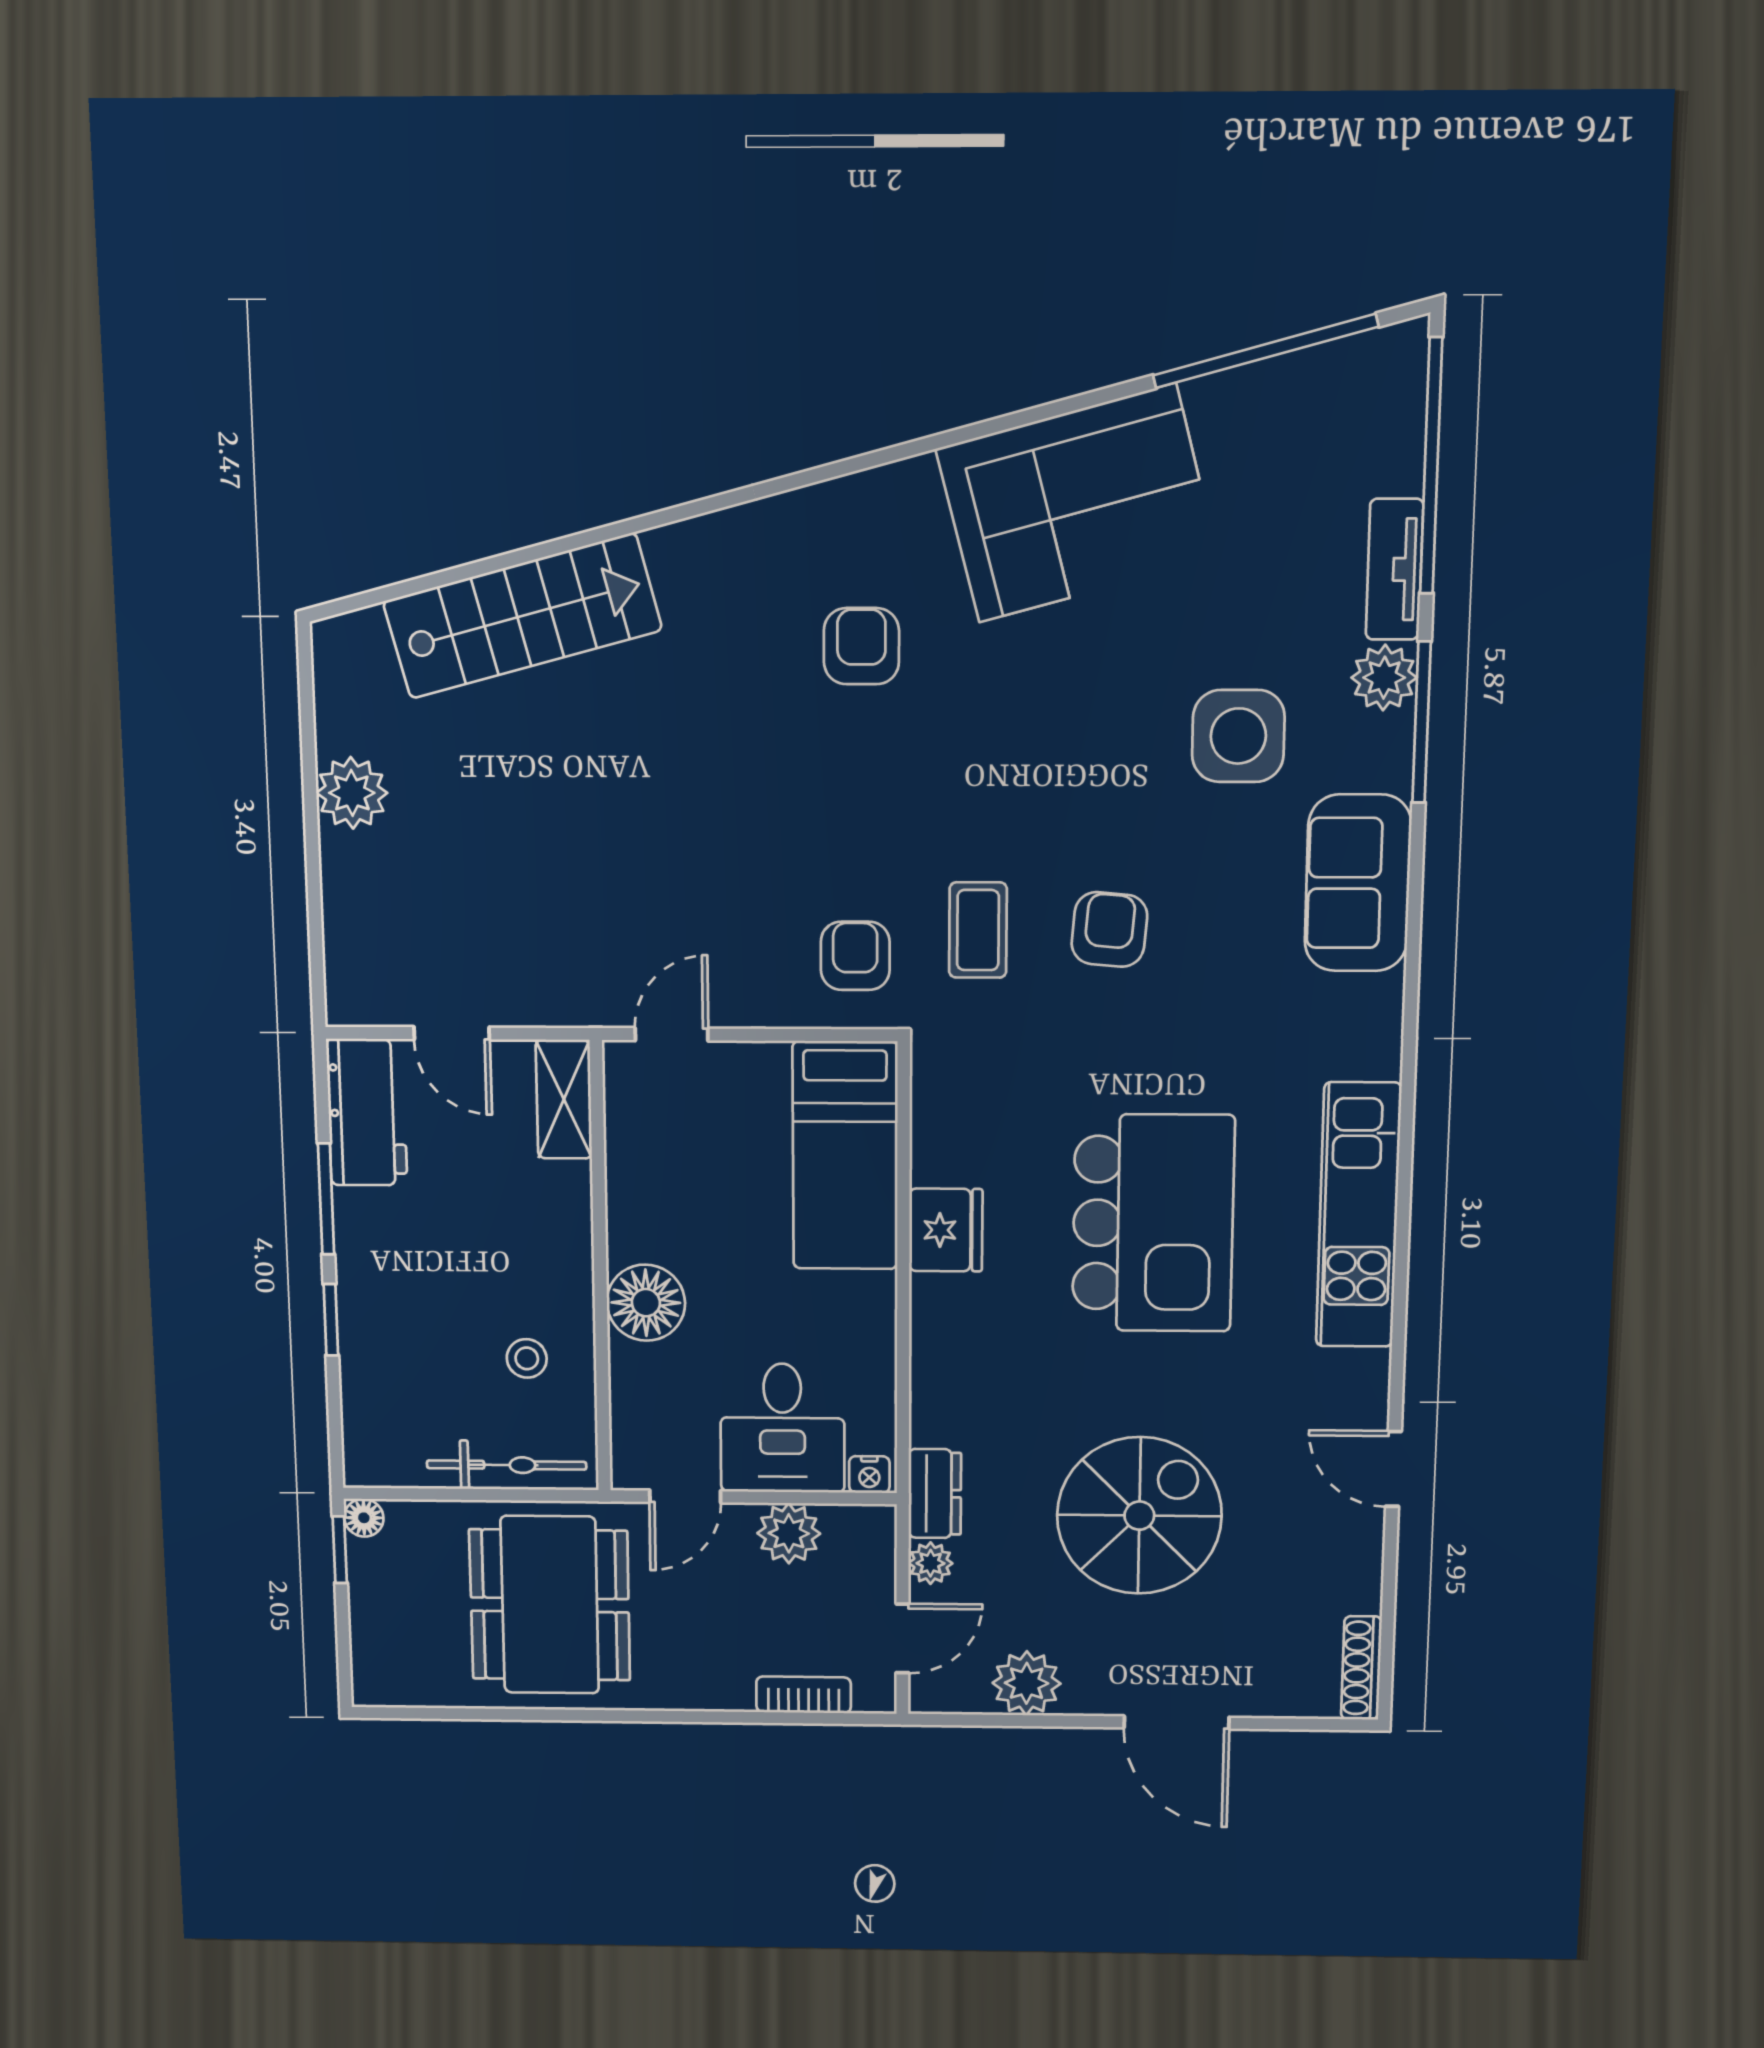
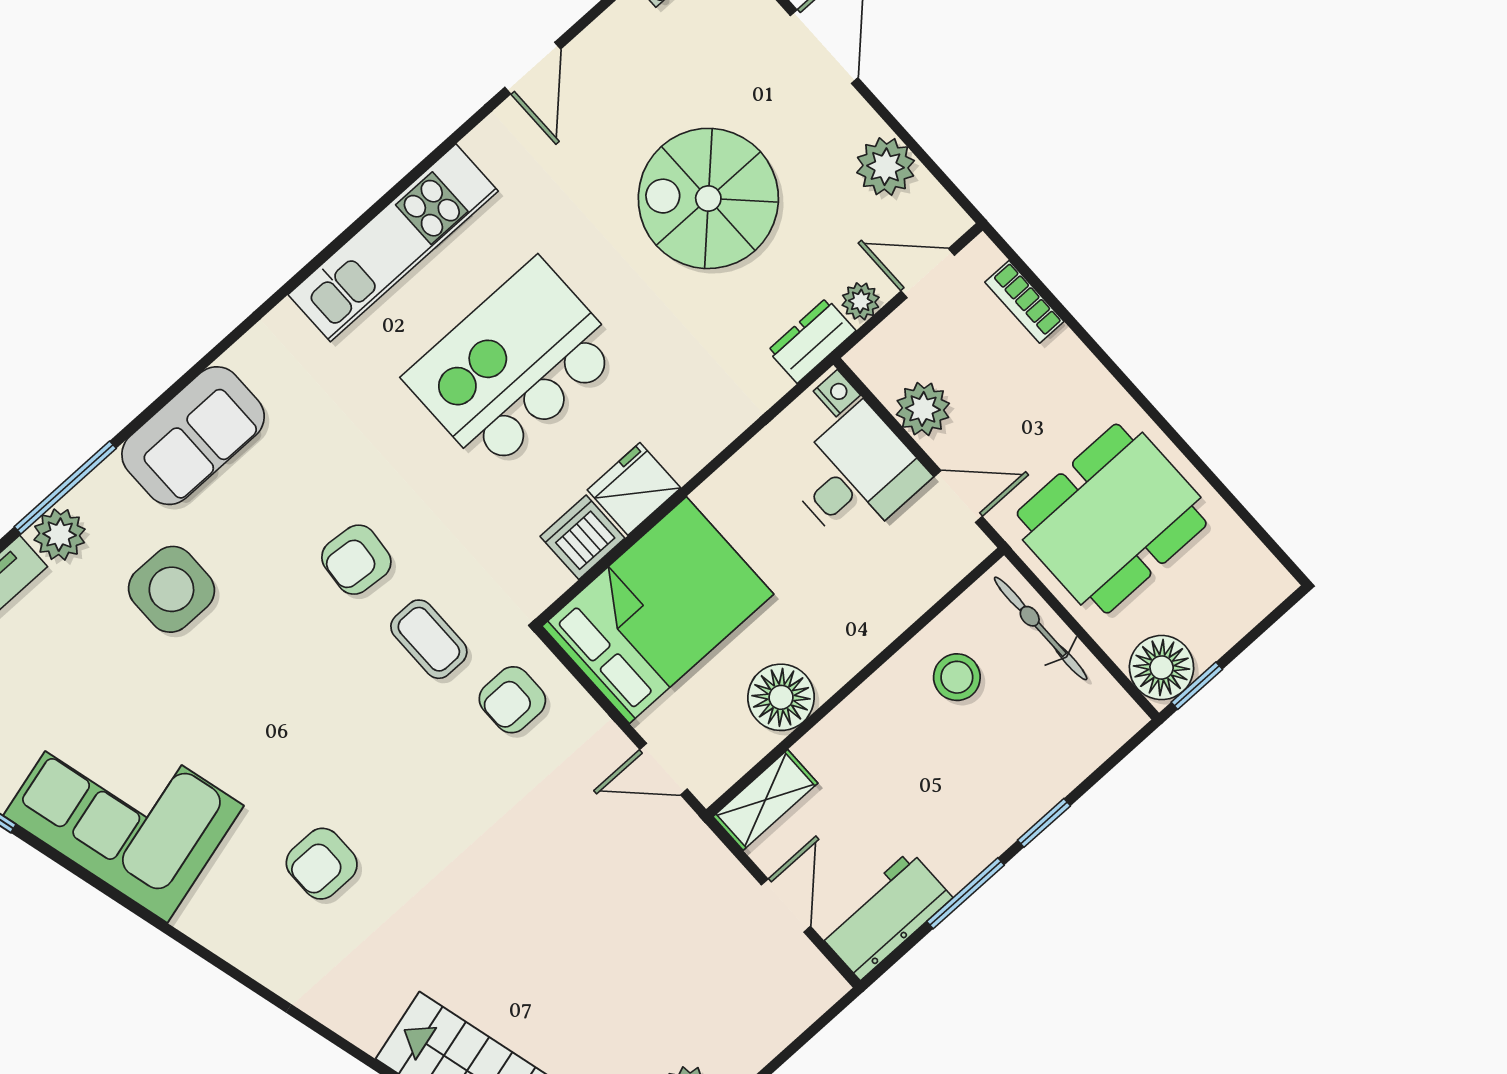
coffee table: (978, 930) -> (429, 639), turned 90
dishwasher: (944, 1148) -> (582, 537), added
bed: (845, 1156) -> (658, 610), width x1.50
floor lamp: (646, 1303) -> (781, 697), moved
stool: (527, 1358) -> (957, 677), width x1.37, depth x1.37
floor lamp: (364, 1518) -> (1162, 668), width x1.89, depth x1.89

